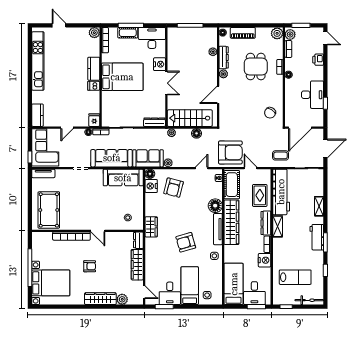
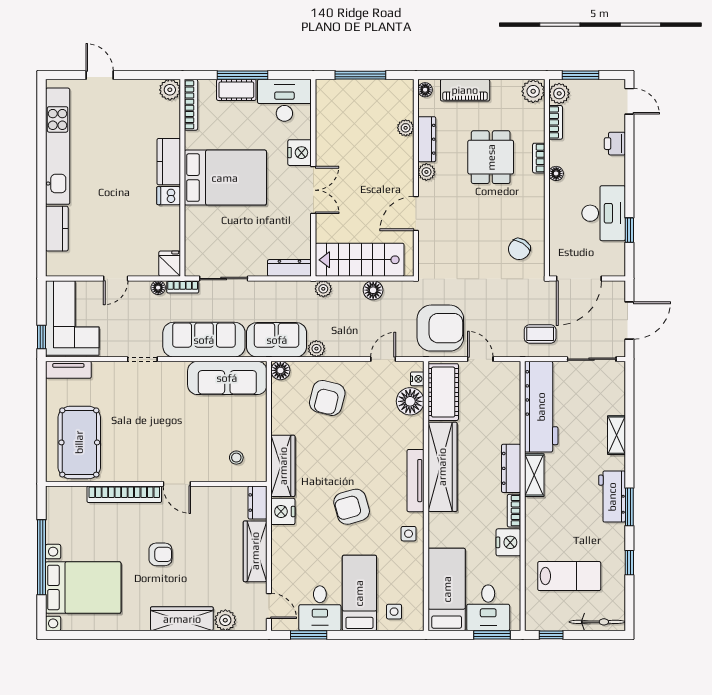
kitchen counter: (37, 115) -> (57, 229), moved
nightstand: (151, 186) -> (283, 511), moved
rug: (260, 195) -> (499, 414), removed
floor lamp: (215, 206) -> (410, 401), moved
wardrobe: (151, 227) -> (283, 466), width x1.50

